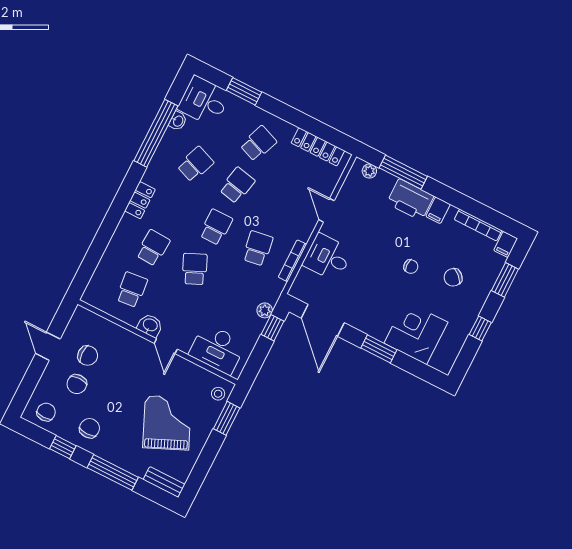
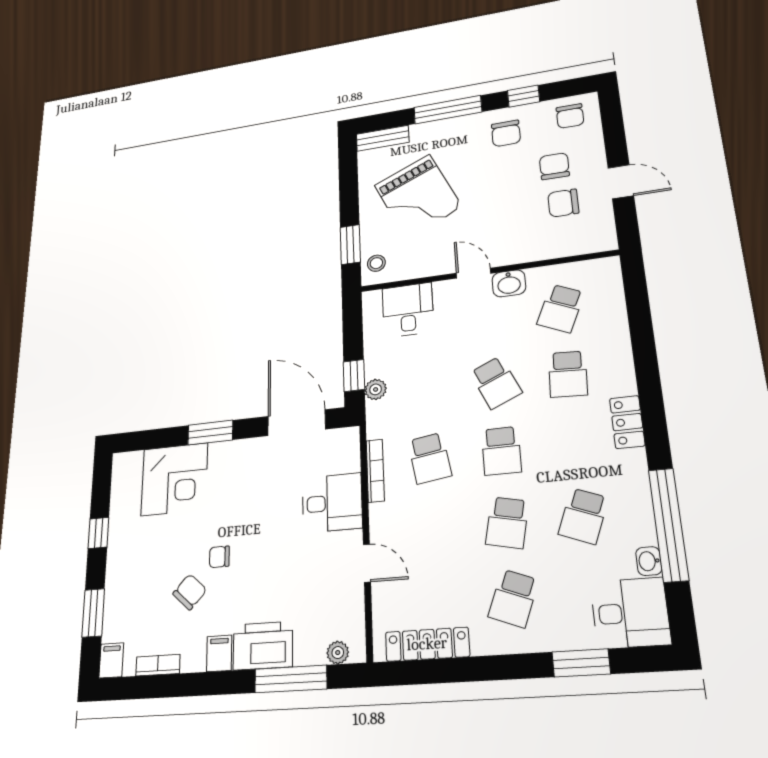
bookcase: (478, 225) -> (158, 665), width x0.64
chair: (453, 277) -> (190, 592), moved
school desk: (132, 290) -> (561, 308), turned 30
desk: (217, 349) -> (408, 310), width x0.73

